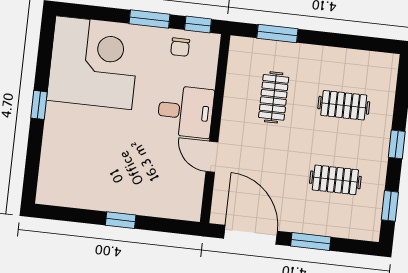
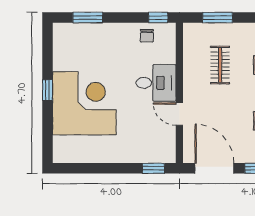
window: (150, 19) -> (88, 18), moved
corner desk: (94, 63) -> (84, 103), moved
window: (121, 220) -> (153, 168), moved

